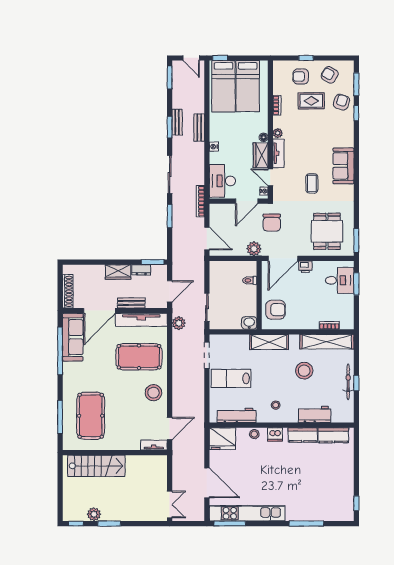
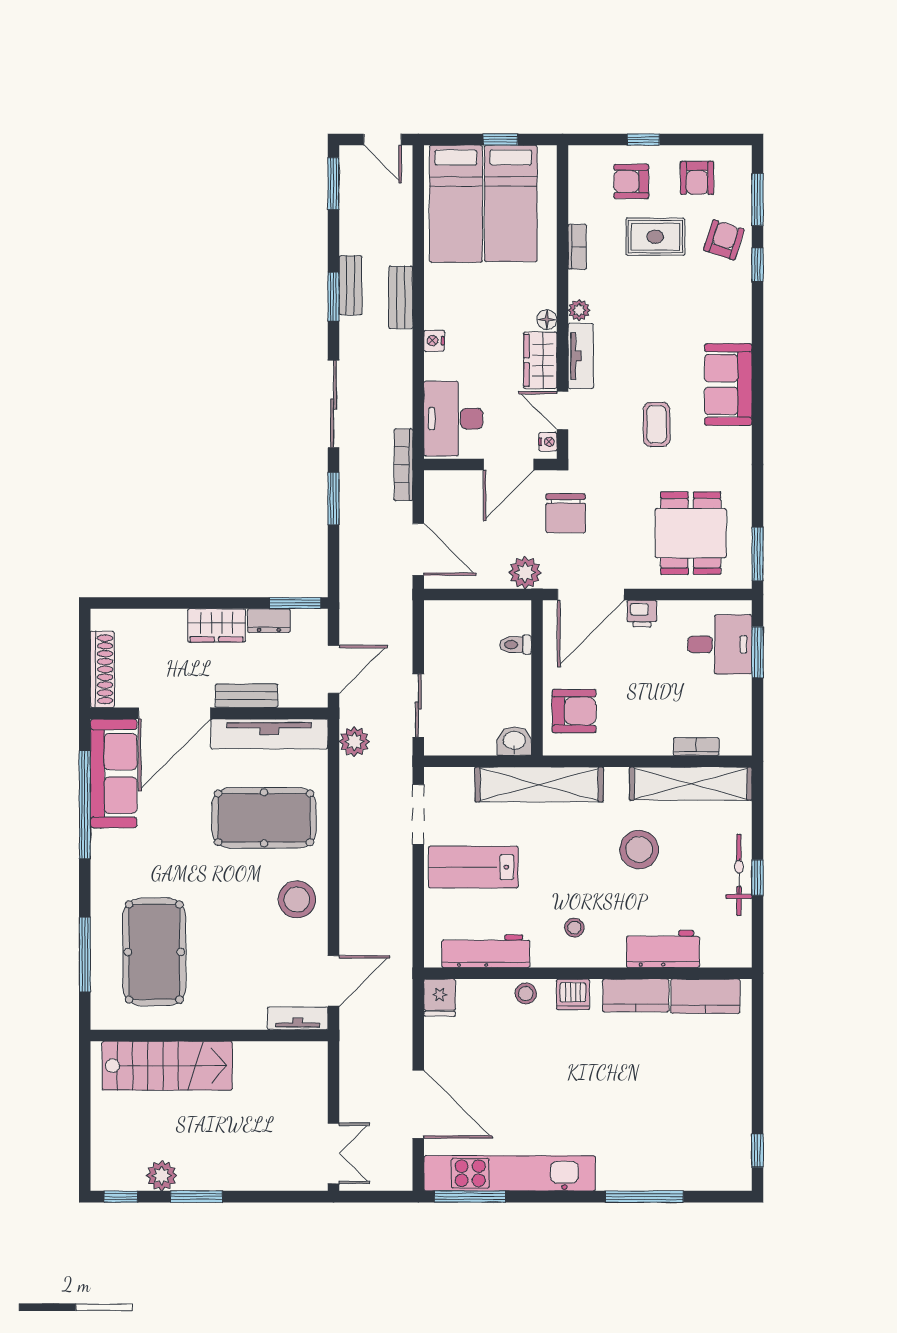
window: (220, 58) -> (500, 139), moved
armchair: (330, 75) -> (697, 178), turned -120
shelving: (269, 342) -> (539, 784), width x1.47
fridge: (222, 439) -> (440, 998), width x0.53, depth x0.75

